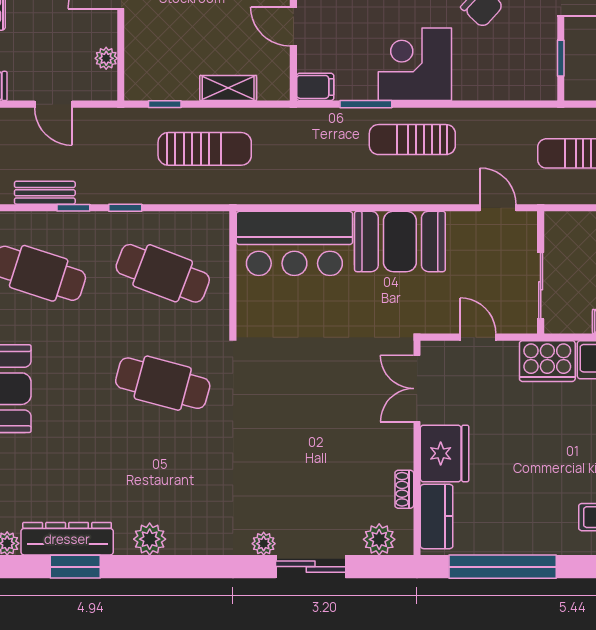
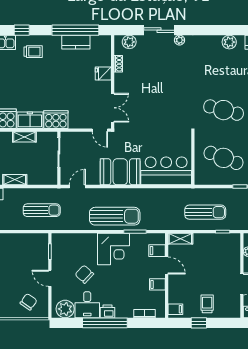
filing cabinet: (315, 87) -> (157, 251), moved
shelving: (228, 88) -> (180, 239), moved
sun lounger: (412, 140) -> (115, 216), width x1.36, depth x1.34
sun lounger: (205, 149) -> (205, 212), turned 180
door: (498, 208) -> (77, 186), swing flipped
door: (478, 337) -> (100, 130), moved
fridge: (445, 453) -> (103, 74), width x0.53, depth x0.75
kitchen counter: (437, 516) -> (76, 42), moved, turned -90

